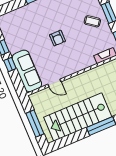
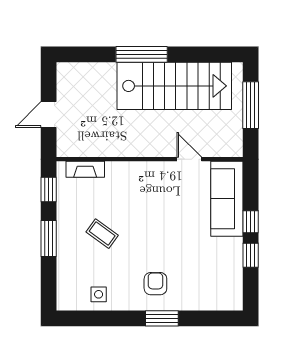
coffee table: (92, 21) -> (102, 234), moved
armchair: (57, 38) -> (155, 284), moved

